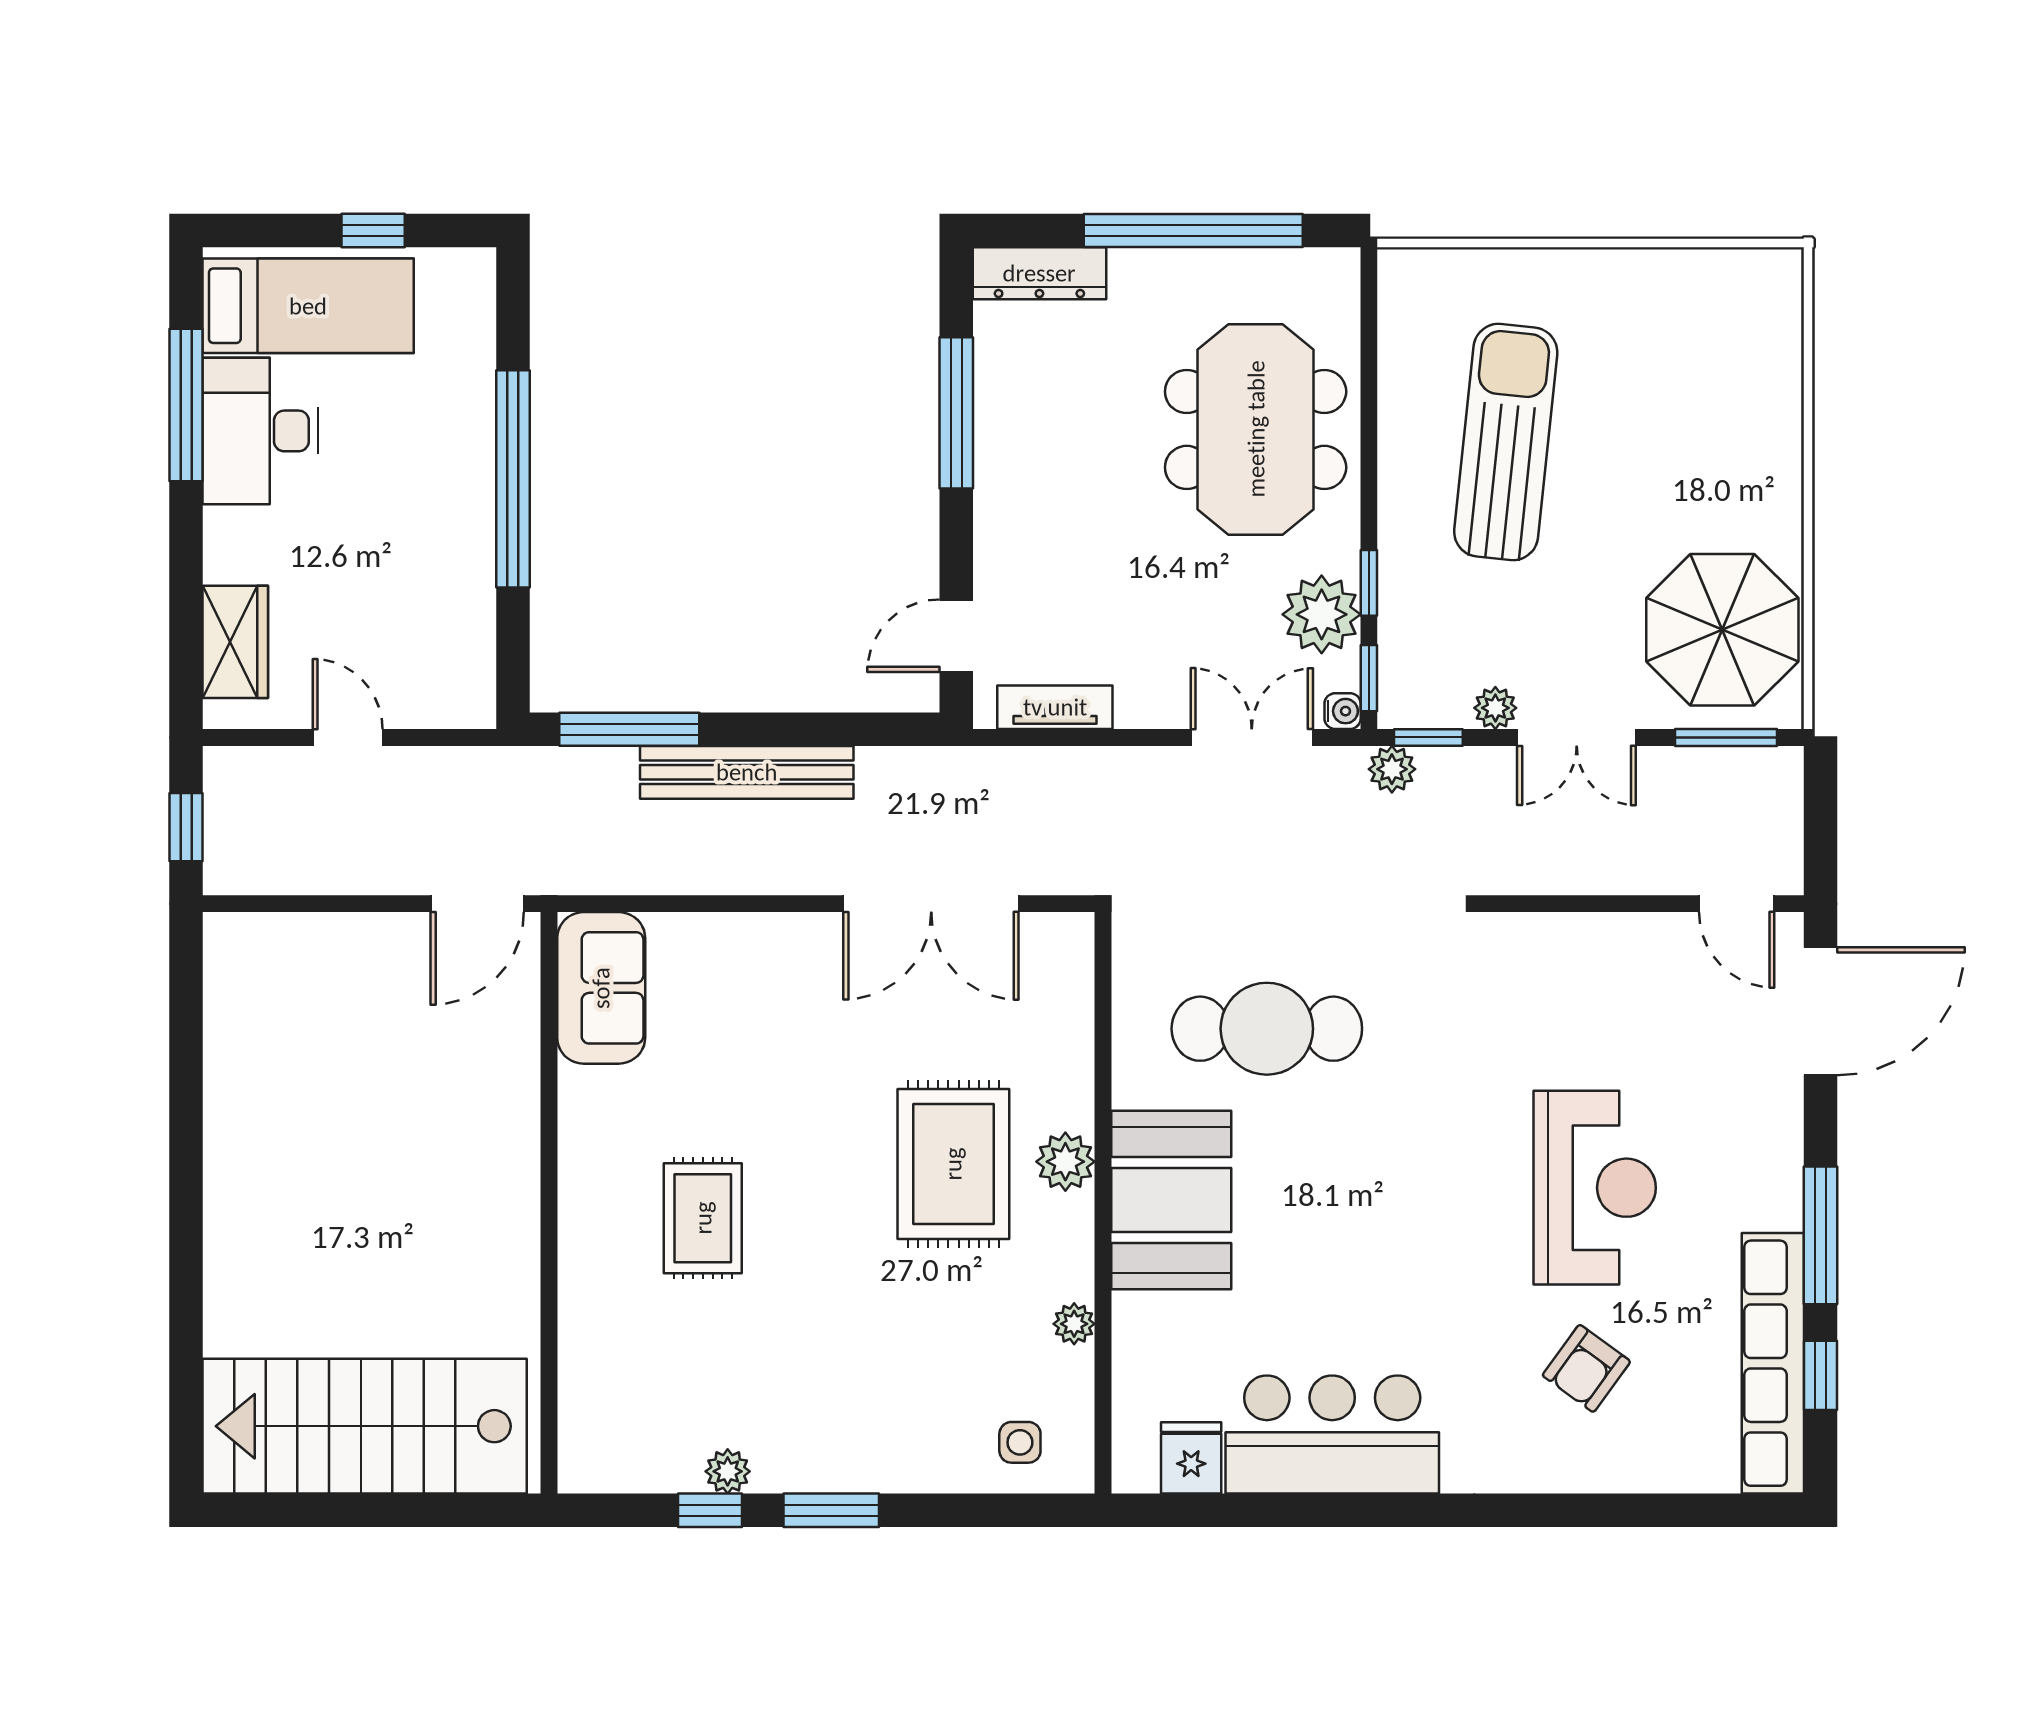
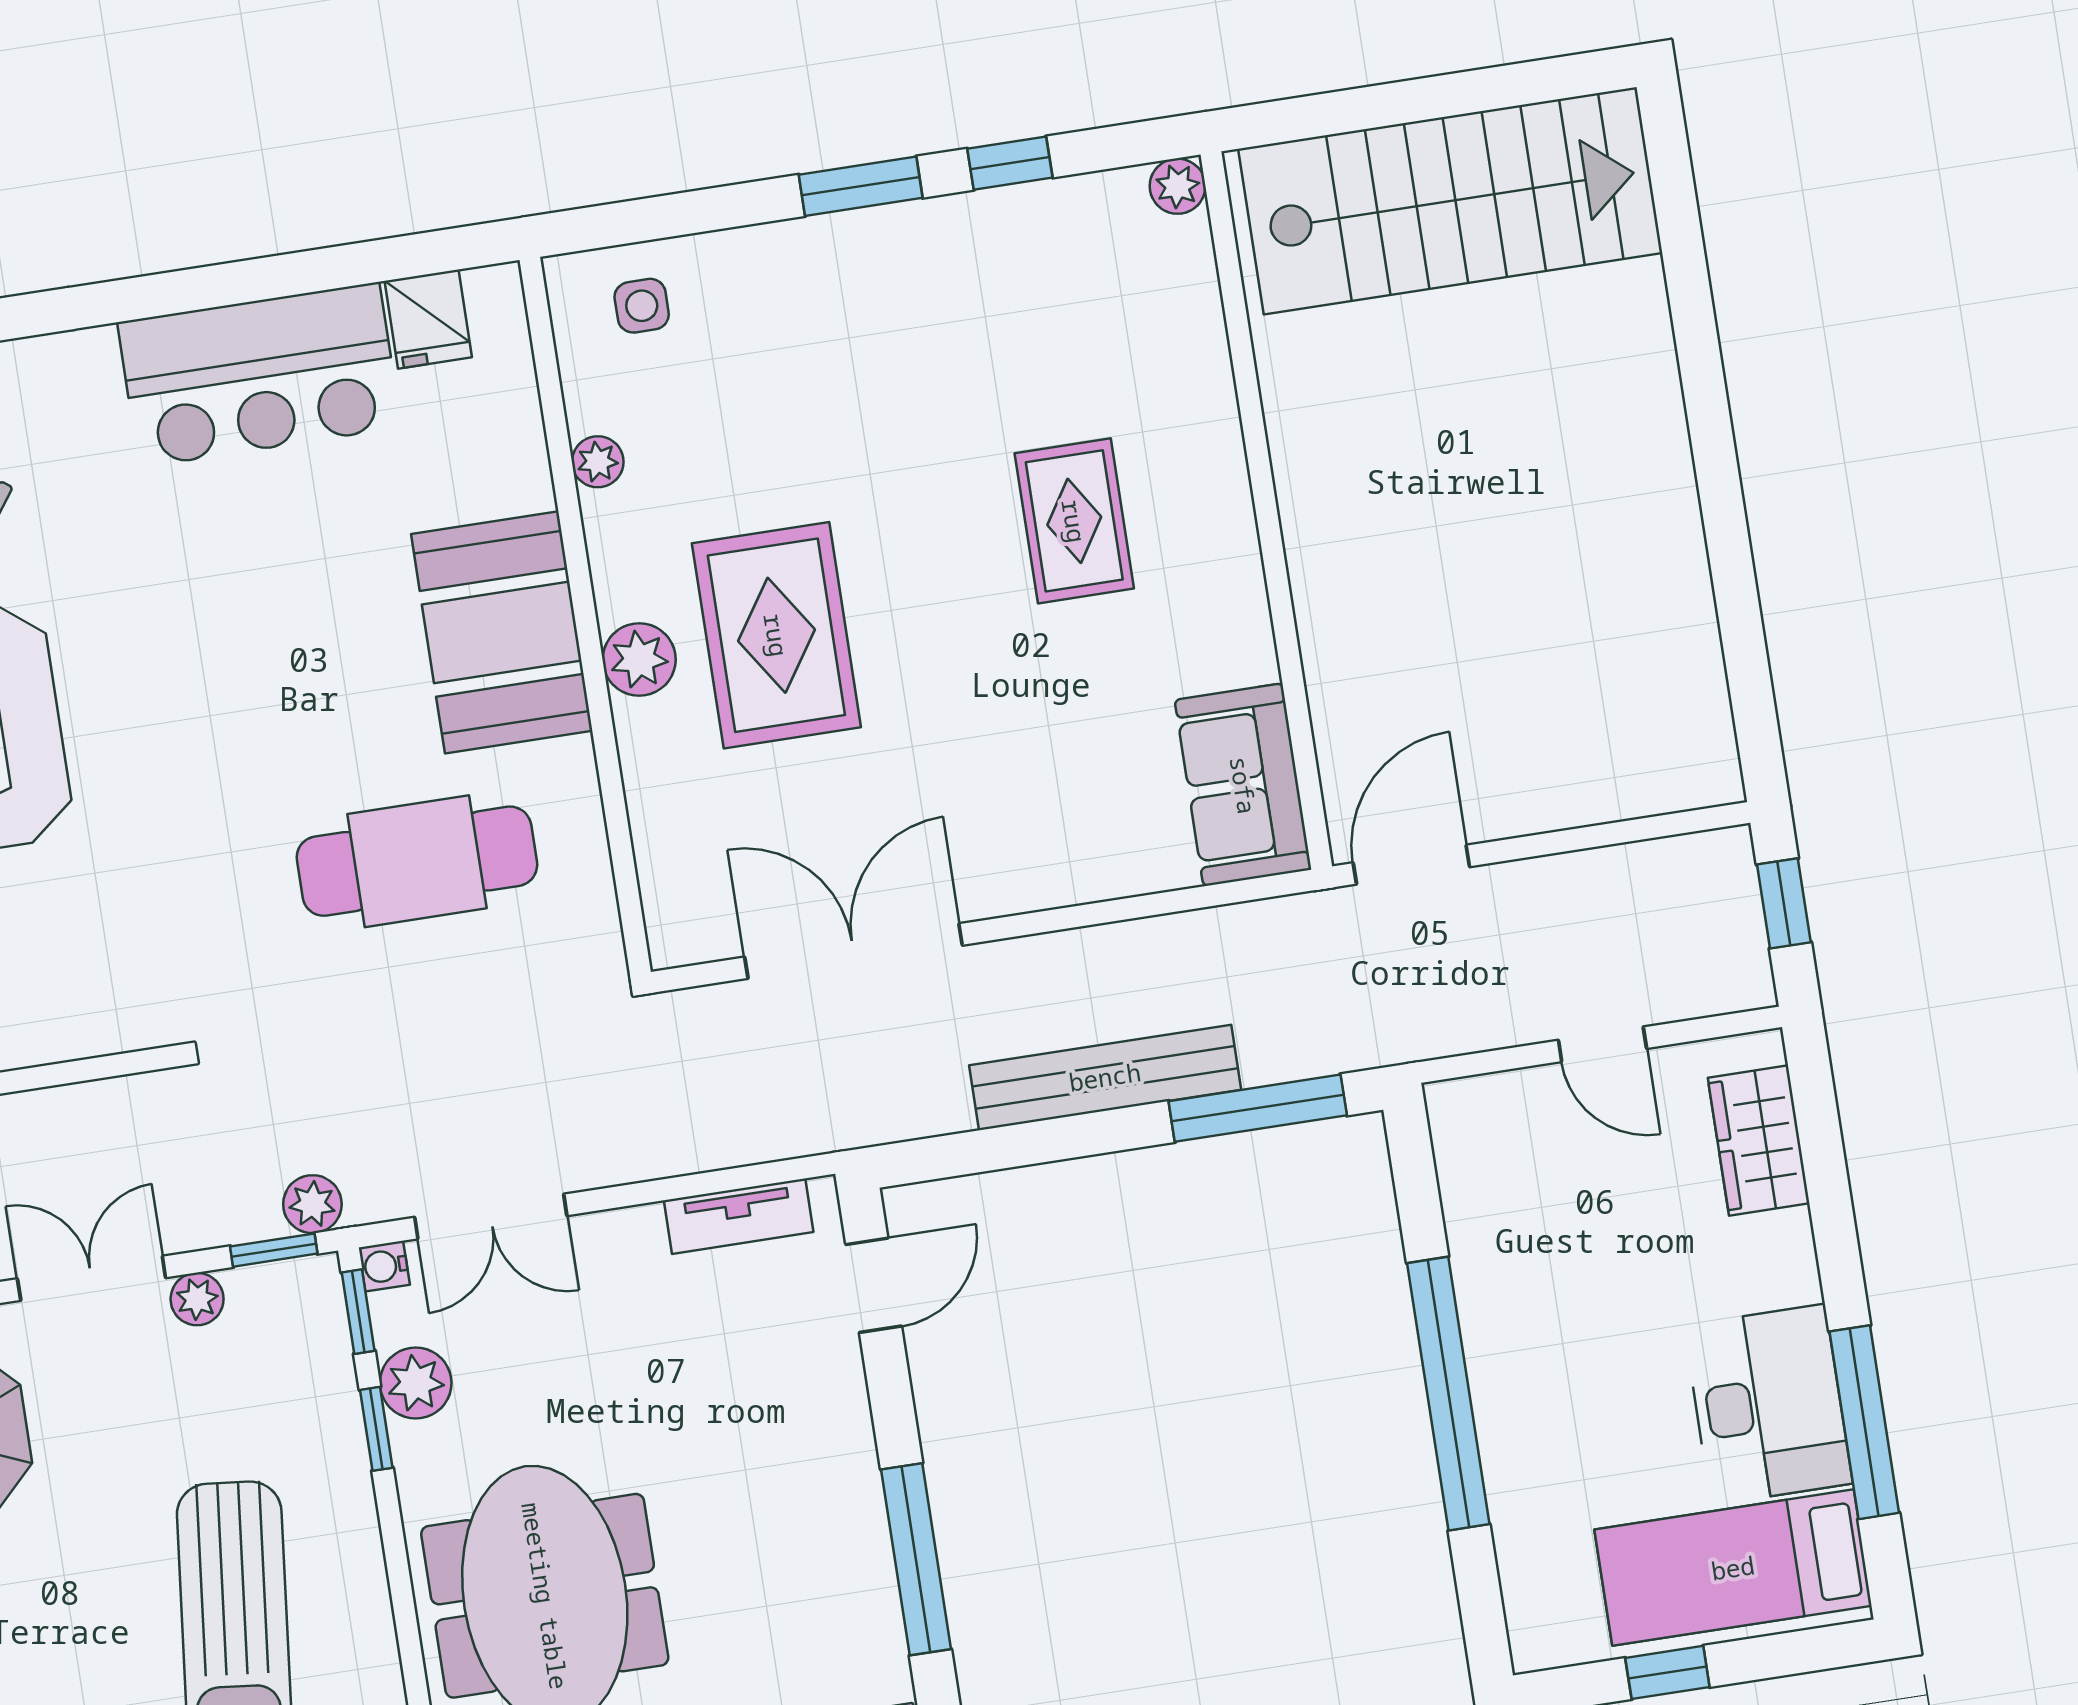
plant: (1322, 614) -> (416, 1383), width x0.73, depth x0.73
plant: (728, 1471) -> (1178, 186), moved

